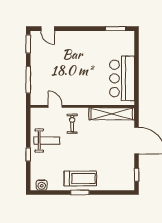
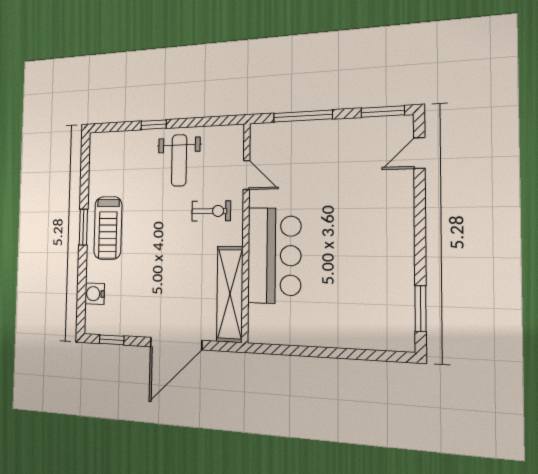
bar counter: (122, 78) -> (274, 256), moved, turned 90
door: (55, 106) -> (246, 175), hinge flipped
water cooler: (42, 185) -> (95, 294), moved

